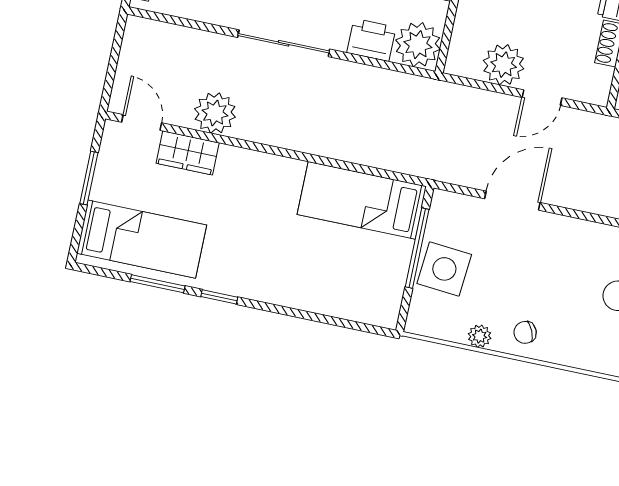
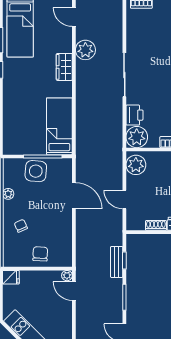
plant: (504, 65) -> (136, 165), moved
door: (142, 123) -> (74, 17), swing flipped
wardrobe: (188, 153) -> (64, 67), moved
chair: (525, 332) -> (21, 226), moved

